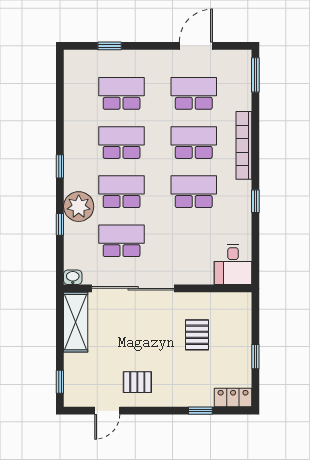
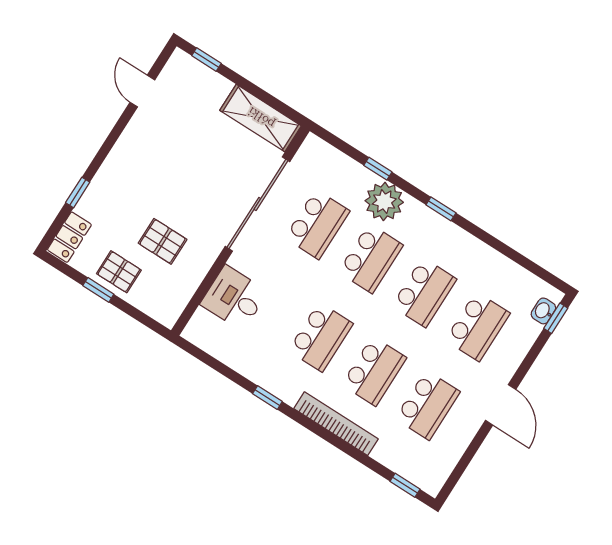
window: (110, 46) -> (556, 318), moved
door: (196, 46) -> (501, 405), moved
window: (255, 75) -> (405, 485), width x0.67
desk: (233, 264) -> (234, 298), moved
washbasin: (73, 277) -> (543, 311), moved, turned 180
pallet: (137, 382) -> (119, 272), moved, turned 90

